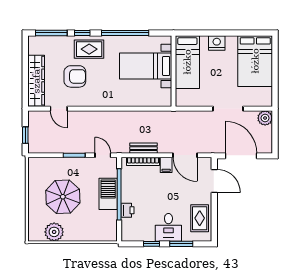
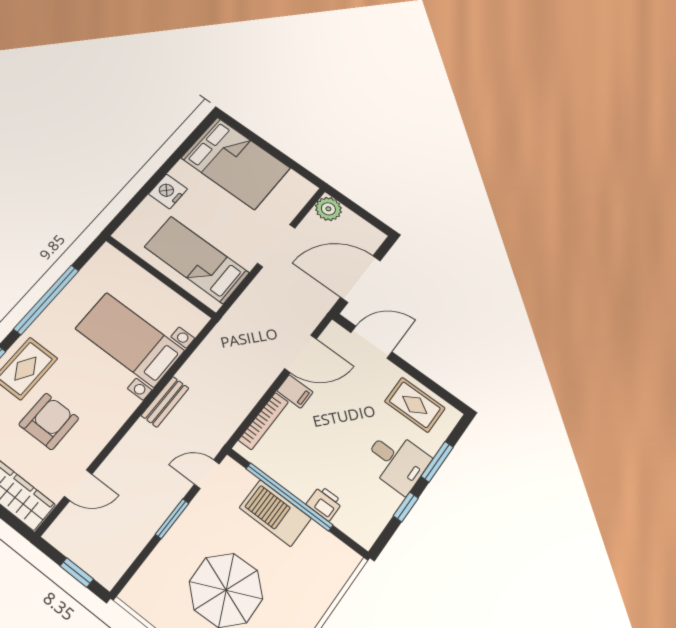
bed: (187, 62) -> (197, 260), moved, turned 180
bed with nightstands: (146, 66) -> (130, 340), moved, turned 90
bench: (143, 148) -> (165, 402), moved

